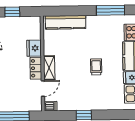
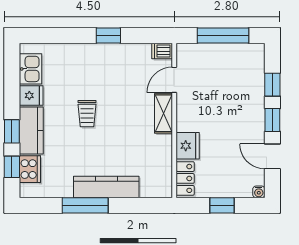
window: (110, 10) -> (85, 205), moved
kitchen counter: (66, 22) -> (106, 187), moved
locker: (36, 68) -> (185, 178), moved

